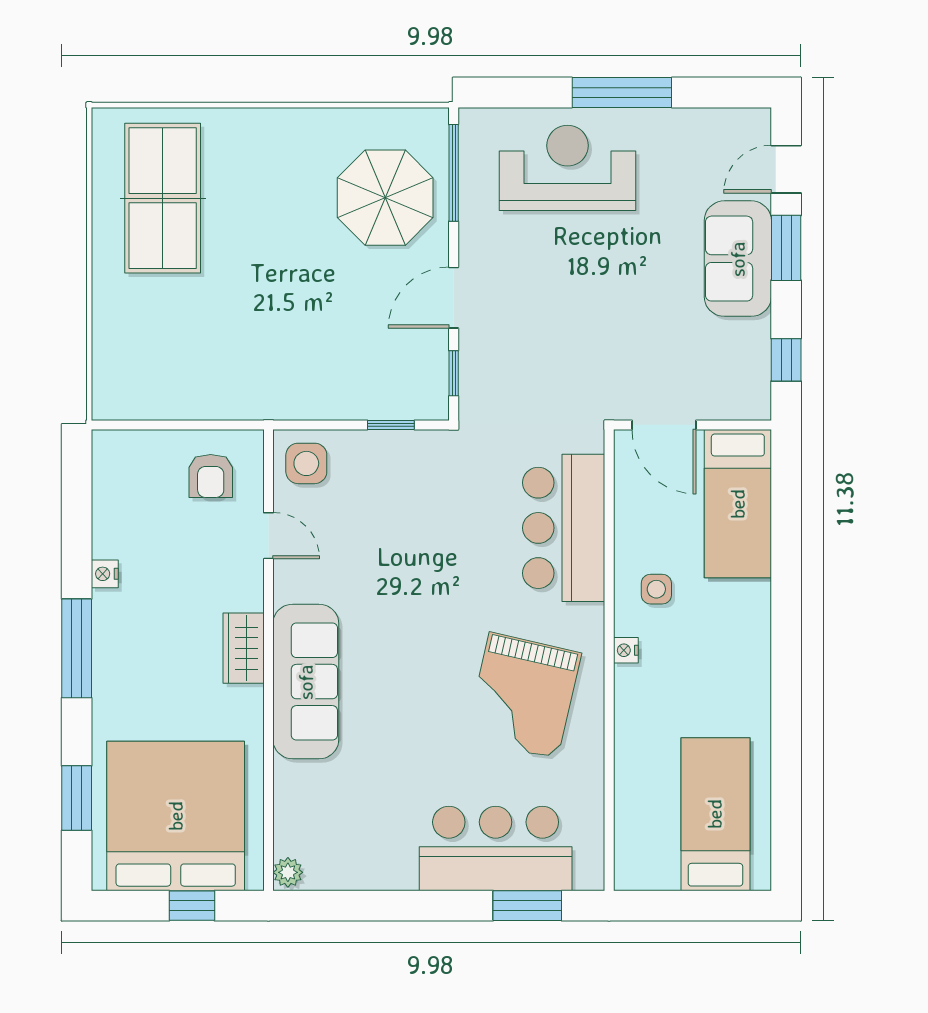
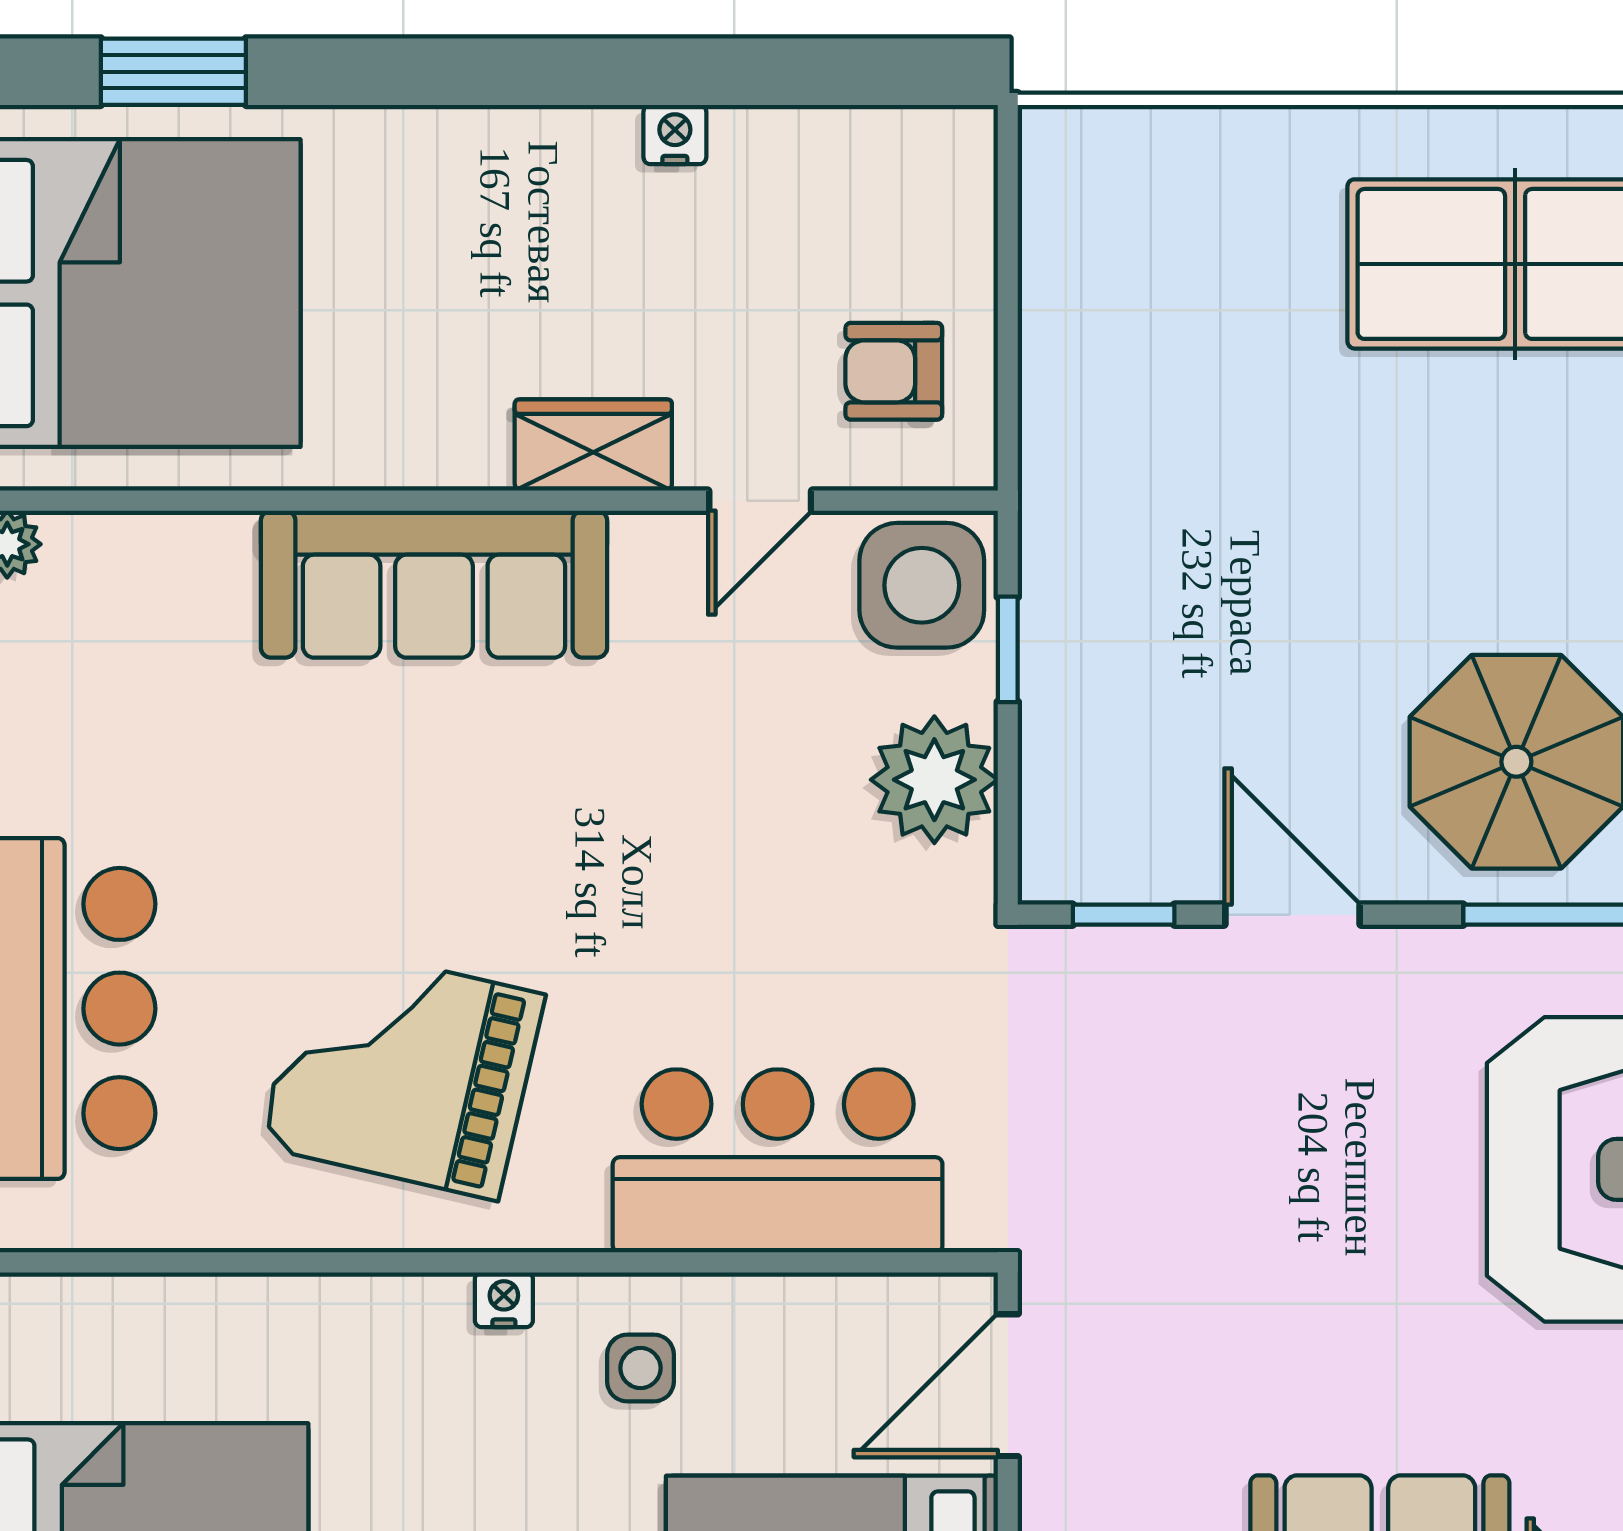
window: (391, 425) -> (1008, 649), moved
plant: (393, 458) -> (934, 780), added
side table: (306, 463) -> (922, 585), width x1.37, depth x1.37
window: (77, 648) -> (508, 72), removed
wardrobe: (244, 648) -> (593, 445), moved

